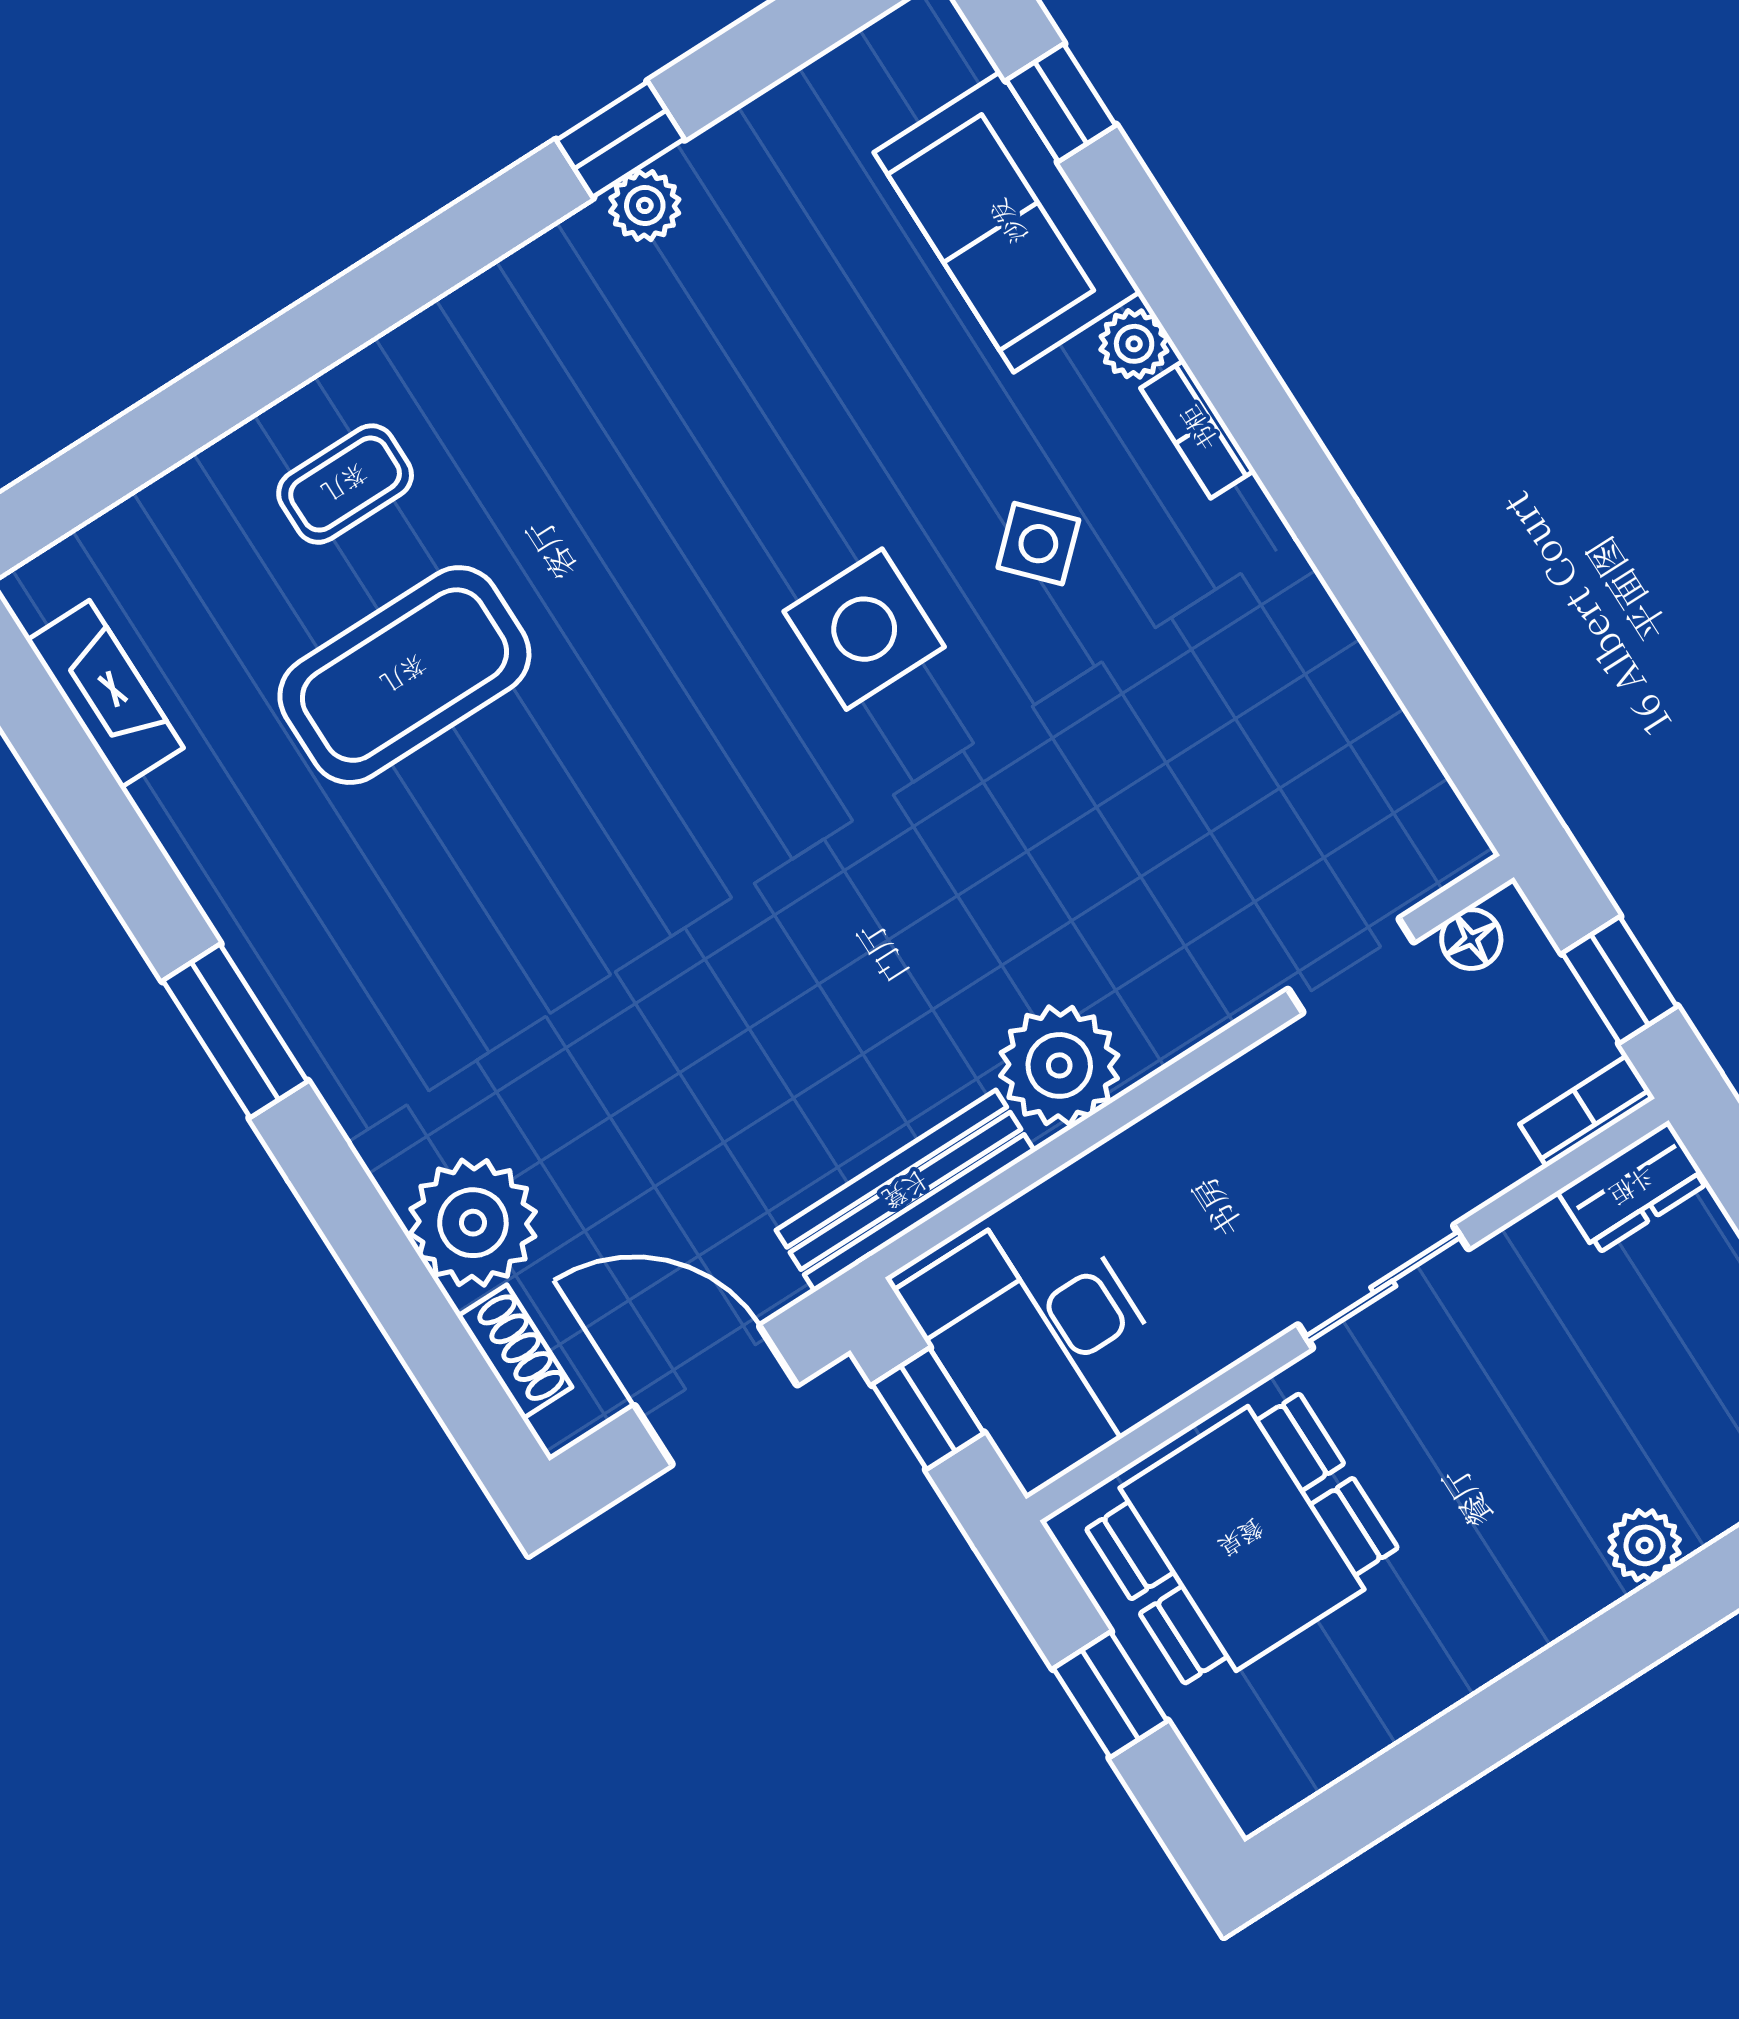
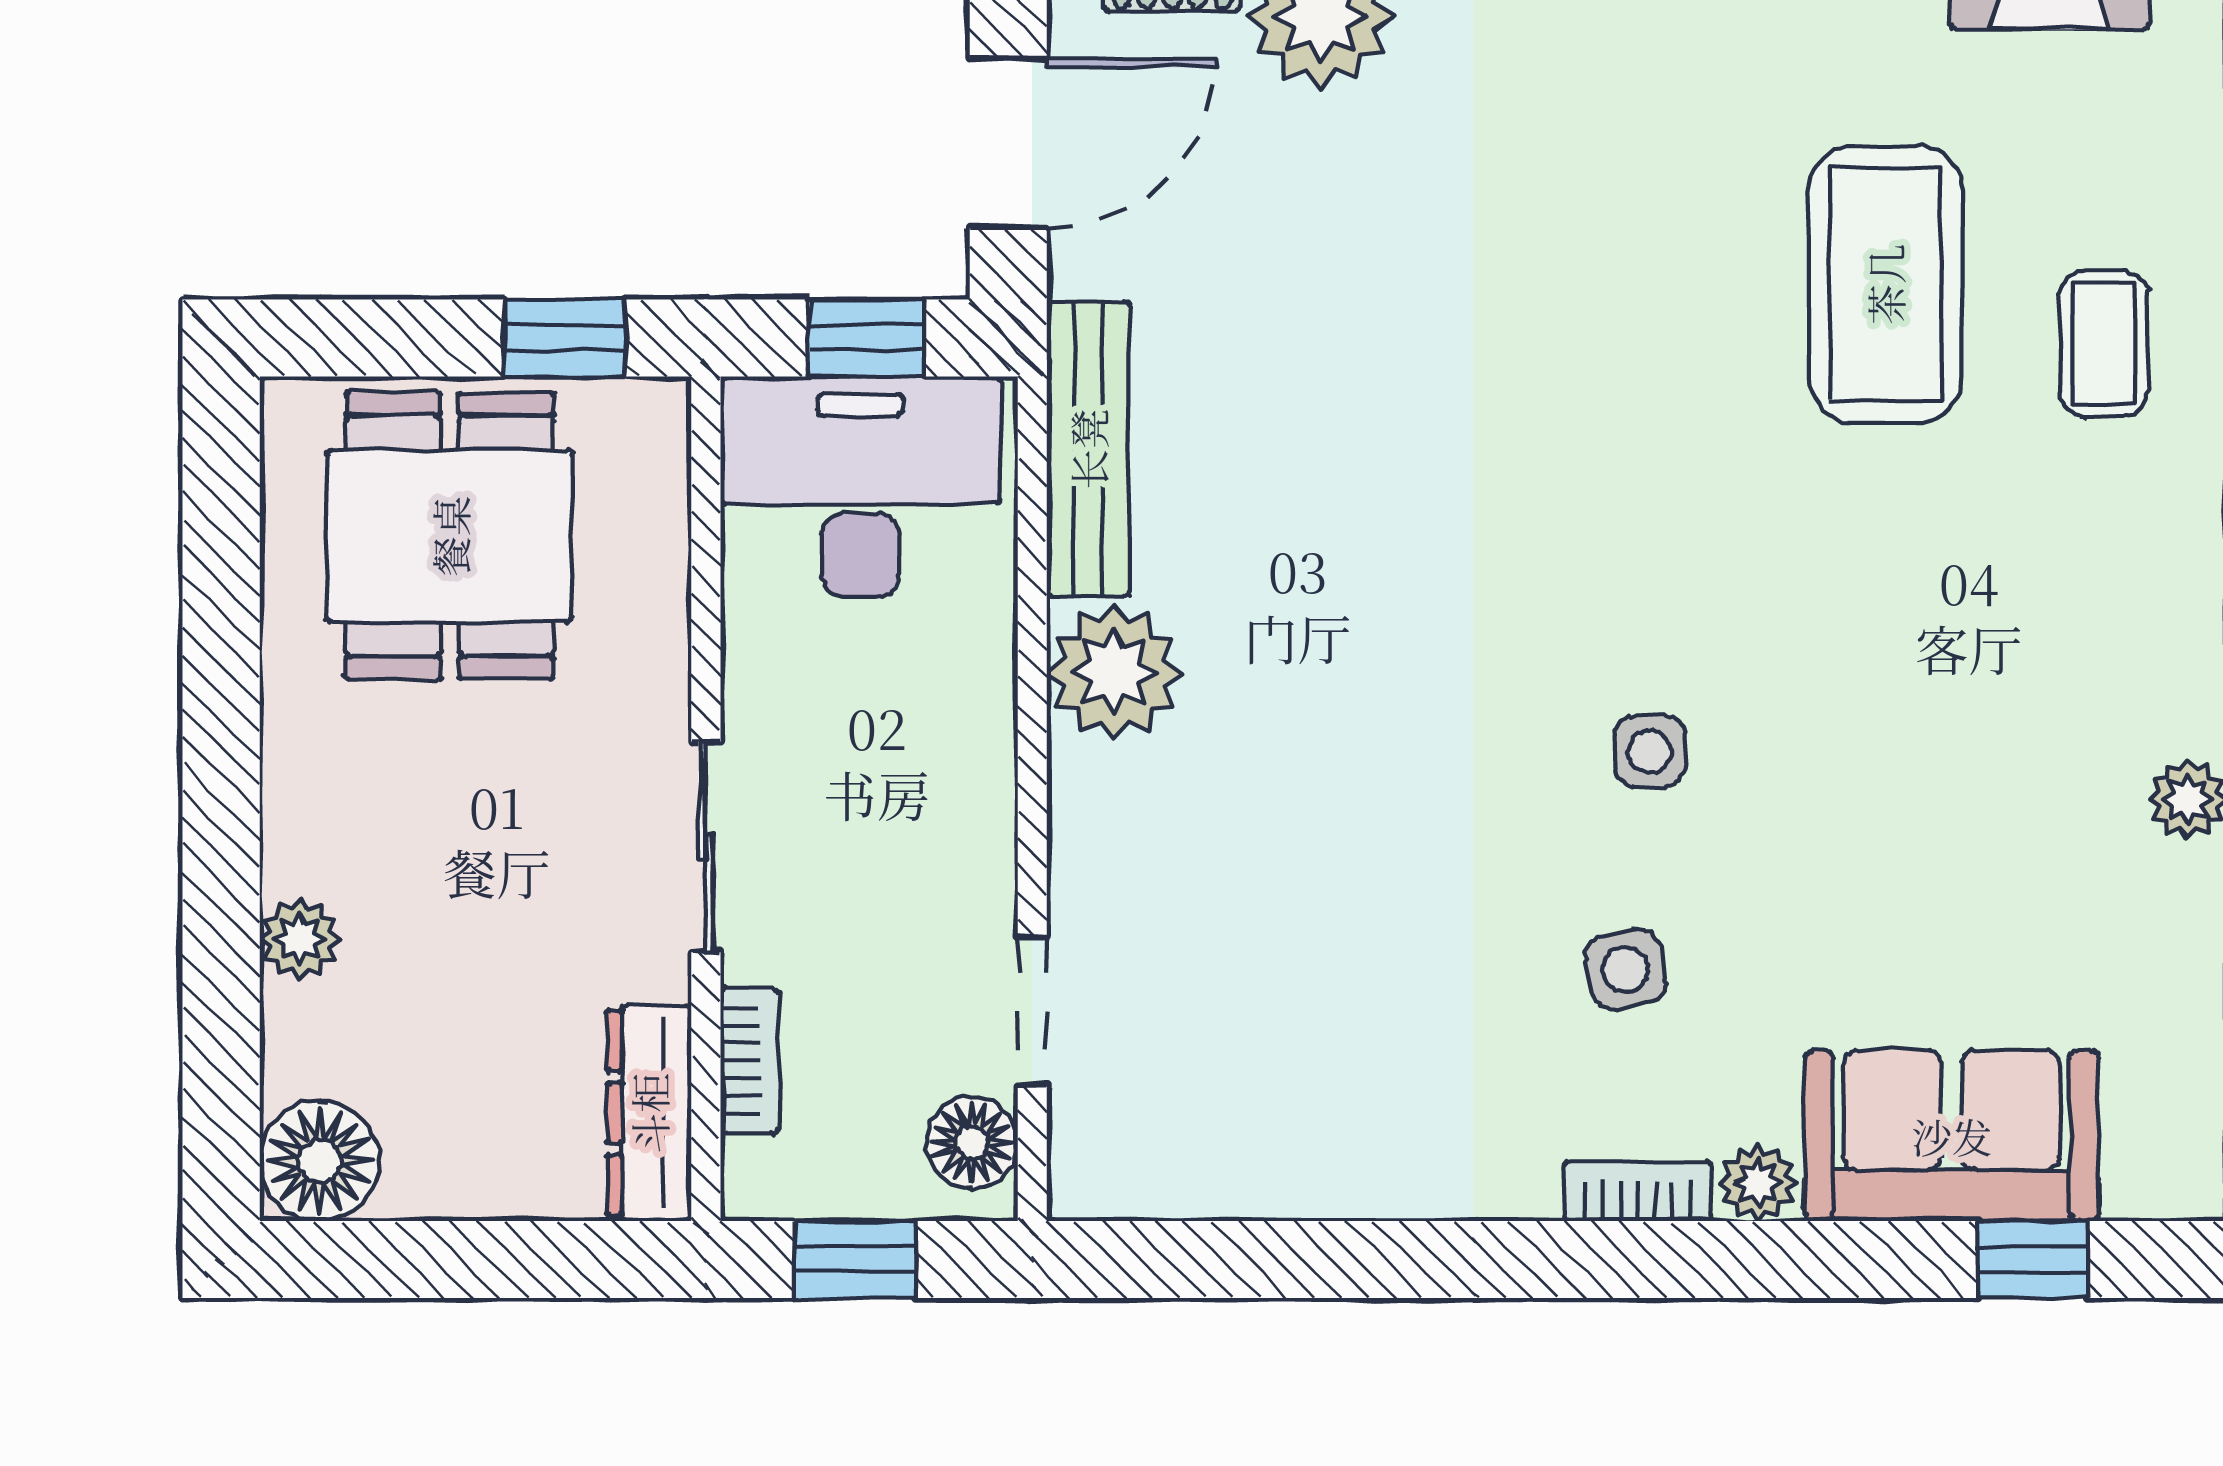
side table: (1038, 544) -> (1625, 970), turned 32
side table: (864, 629) -> (1650, 751), width x0.54, depth x0.54
floor lamp: (1471, 939) -> (972, 1143), width x1.37, depth x1.37
bookcase: (1587, 1111) -> (749, 1061), moved
dresser: (1633, 1187) -> (649, 1113), width x1.44
dining table: (1242, 1539) -> (450, 536), moved
window: (1110, 1695) -> (564, 338), moved

